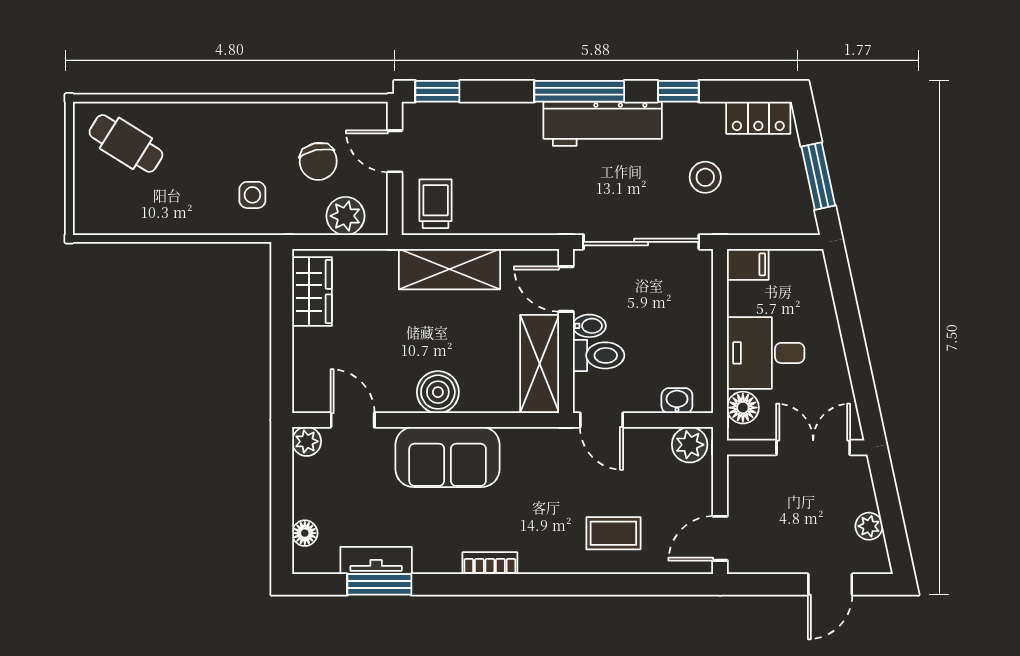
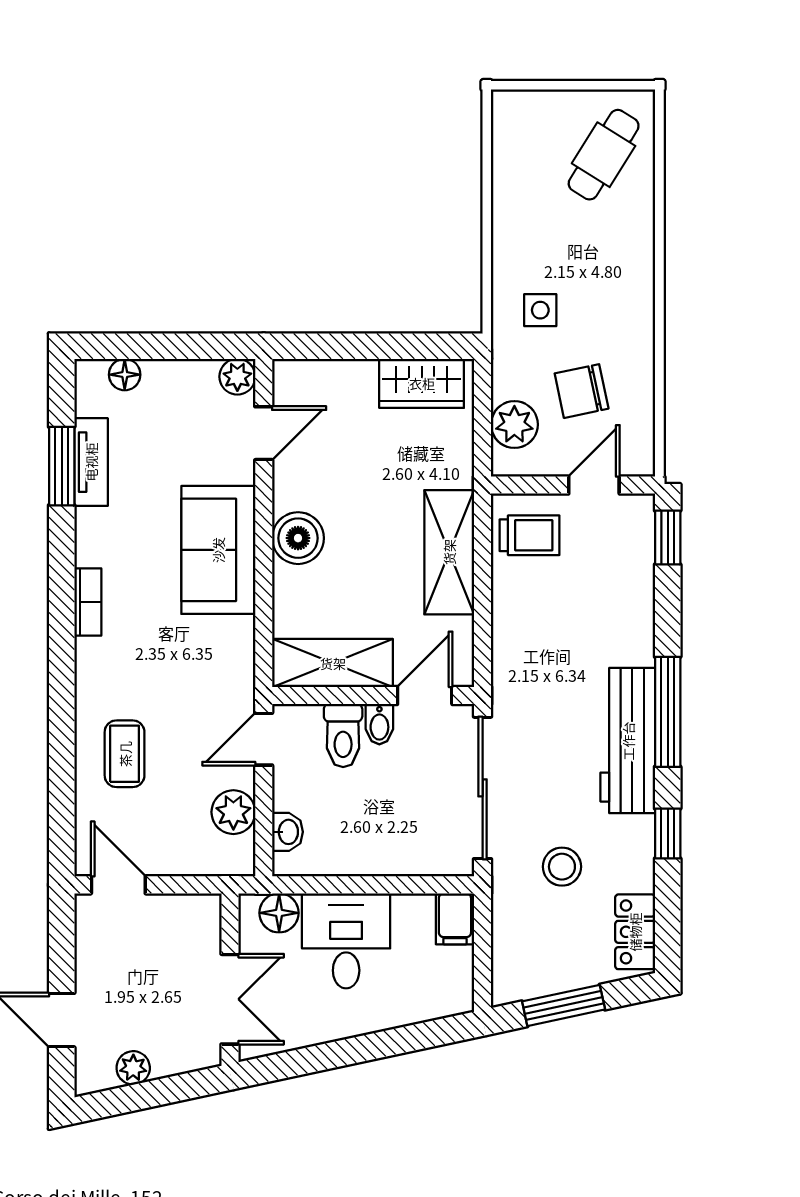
plant: (690, 445) -> (233, 812), moved

